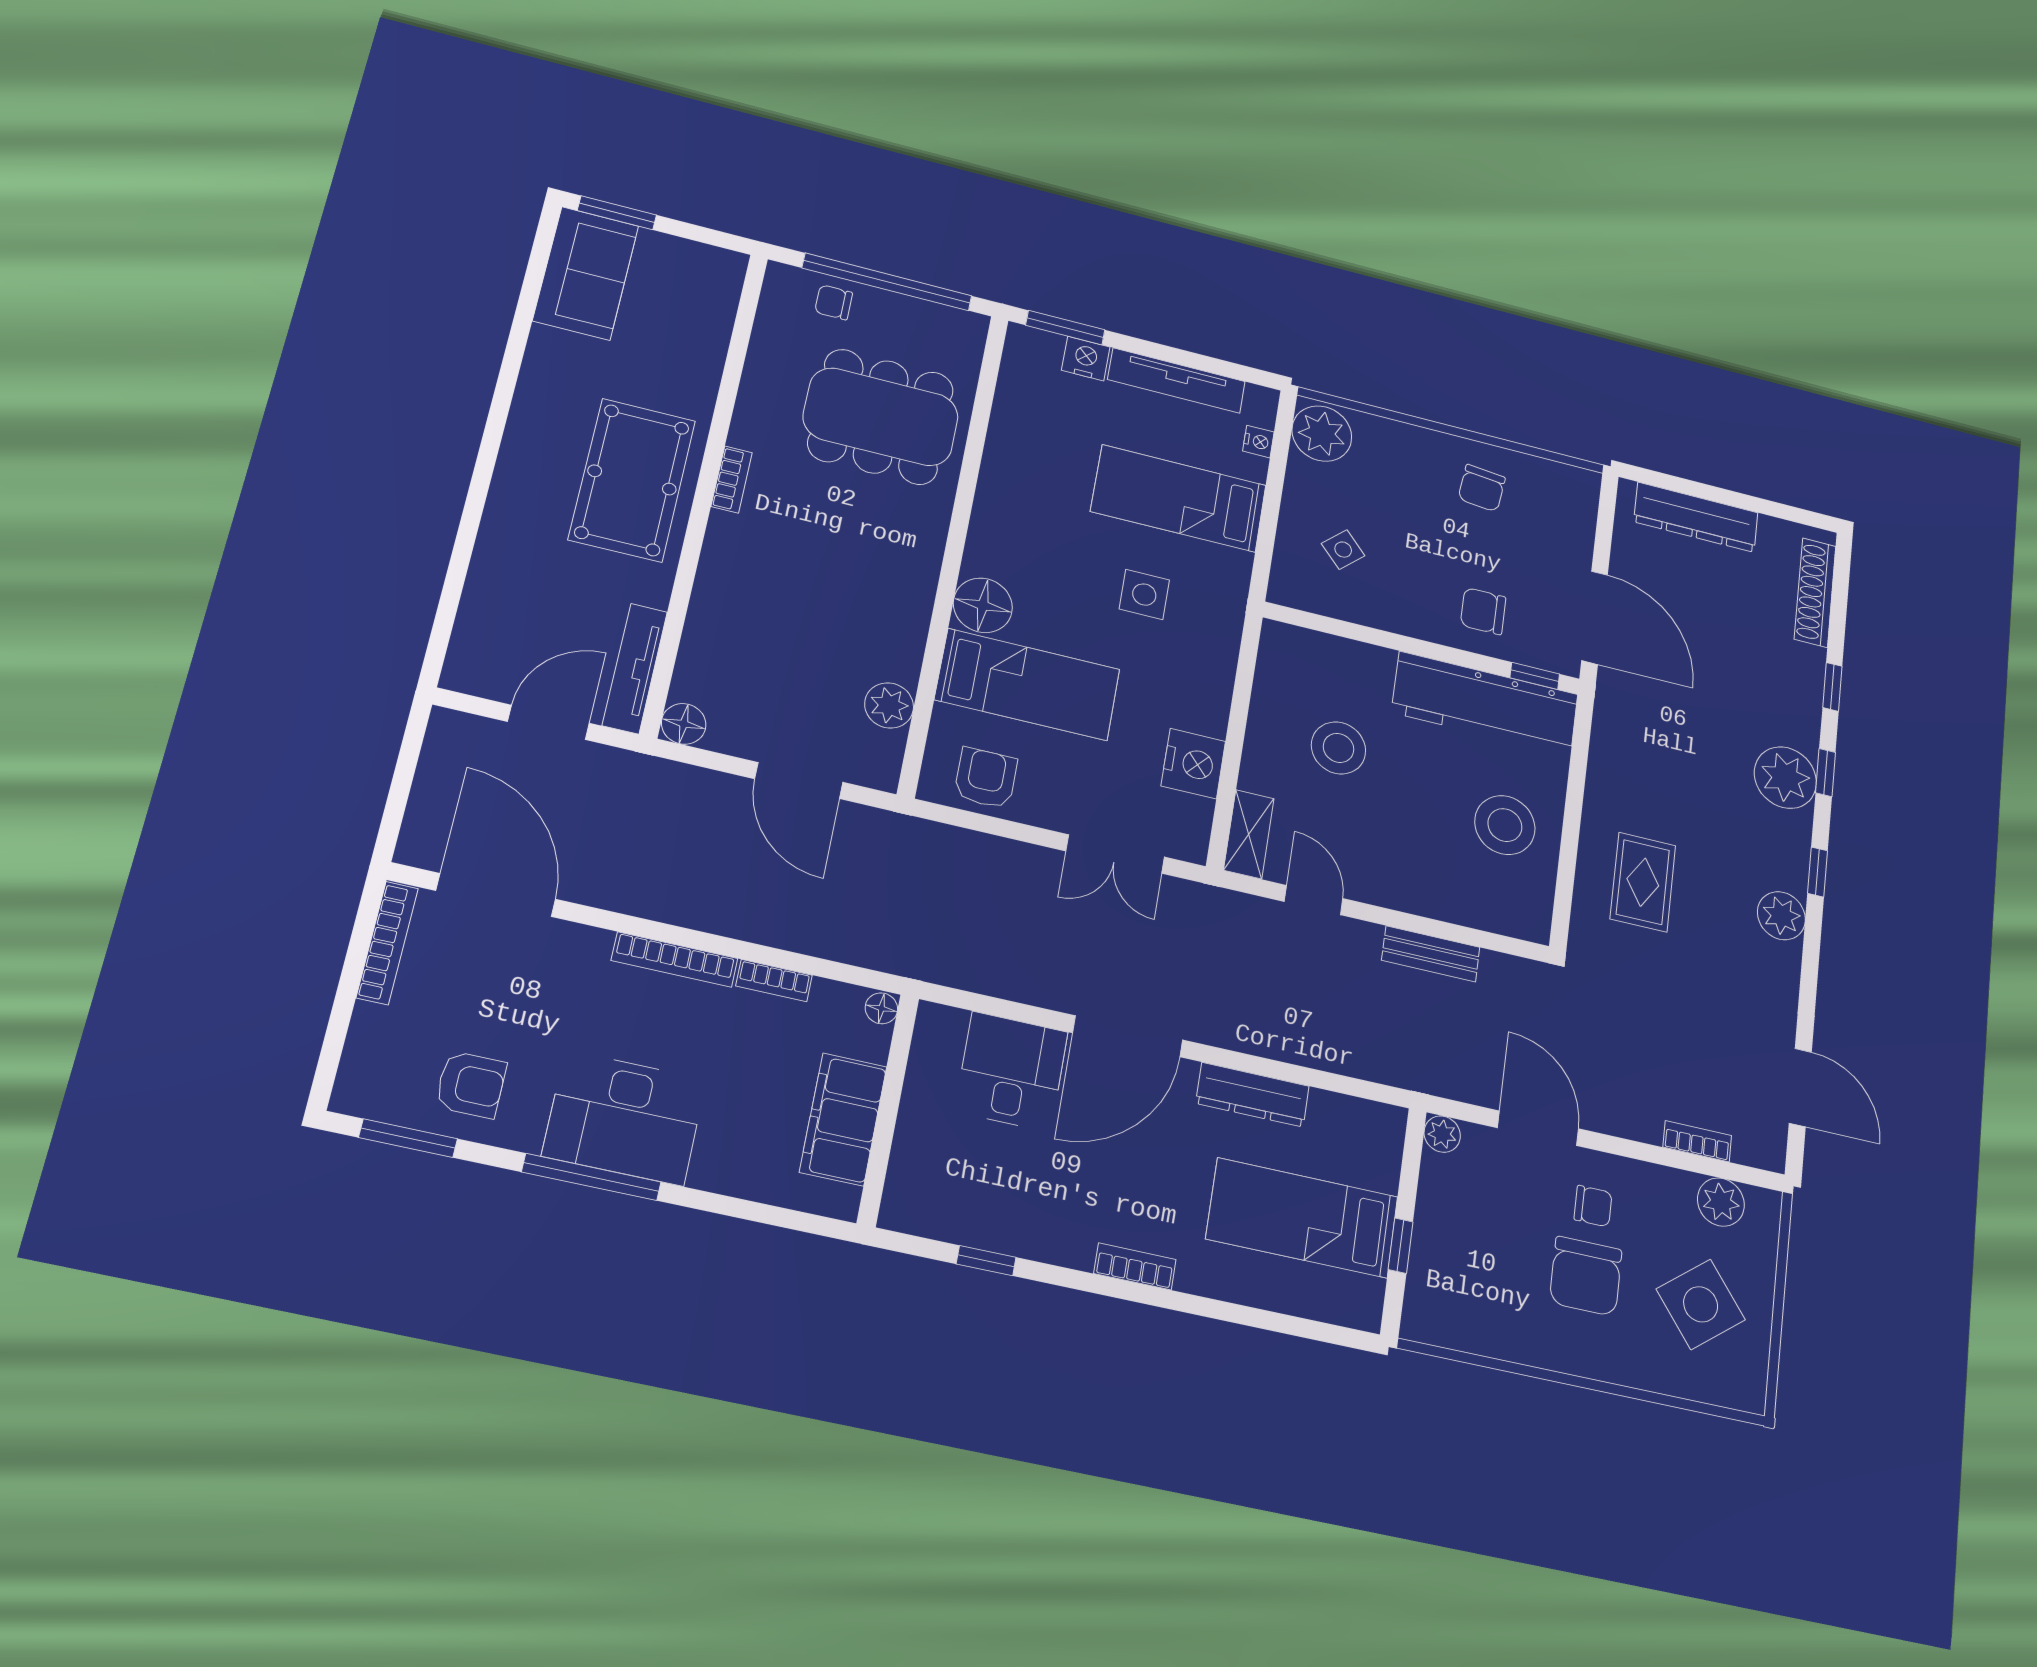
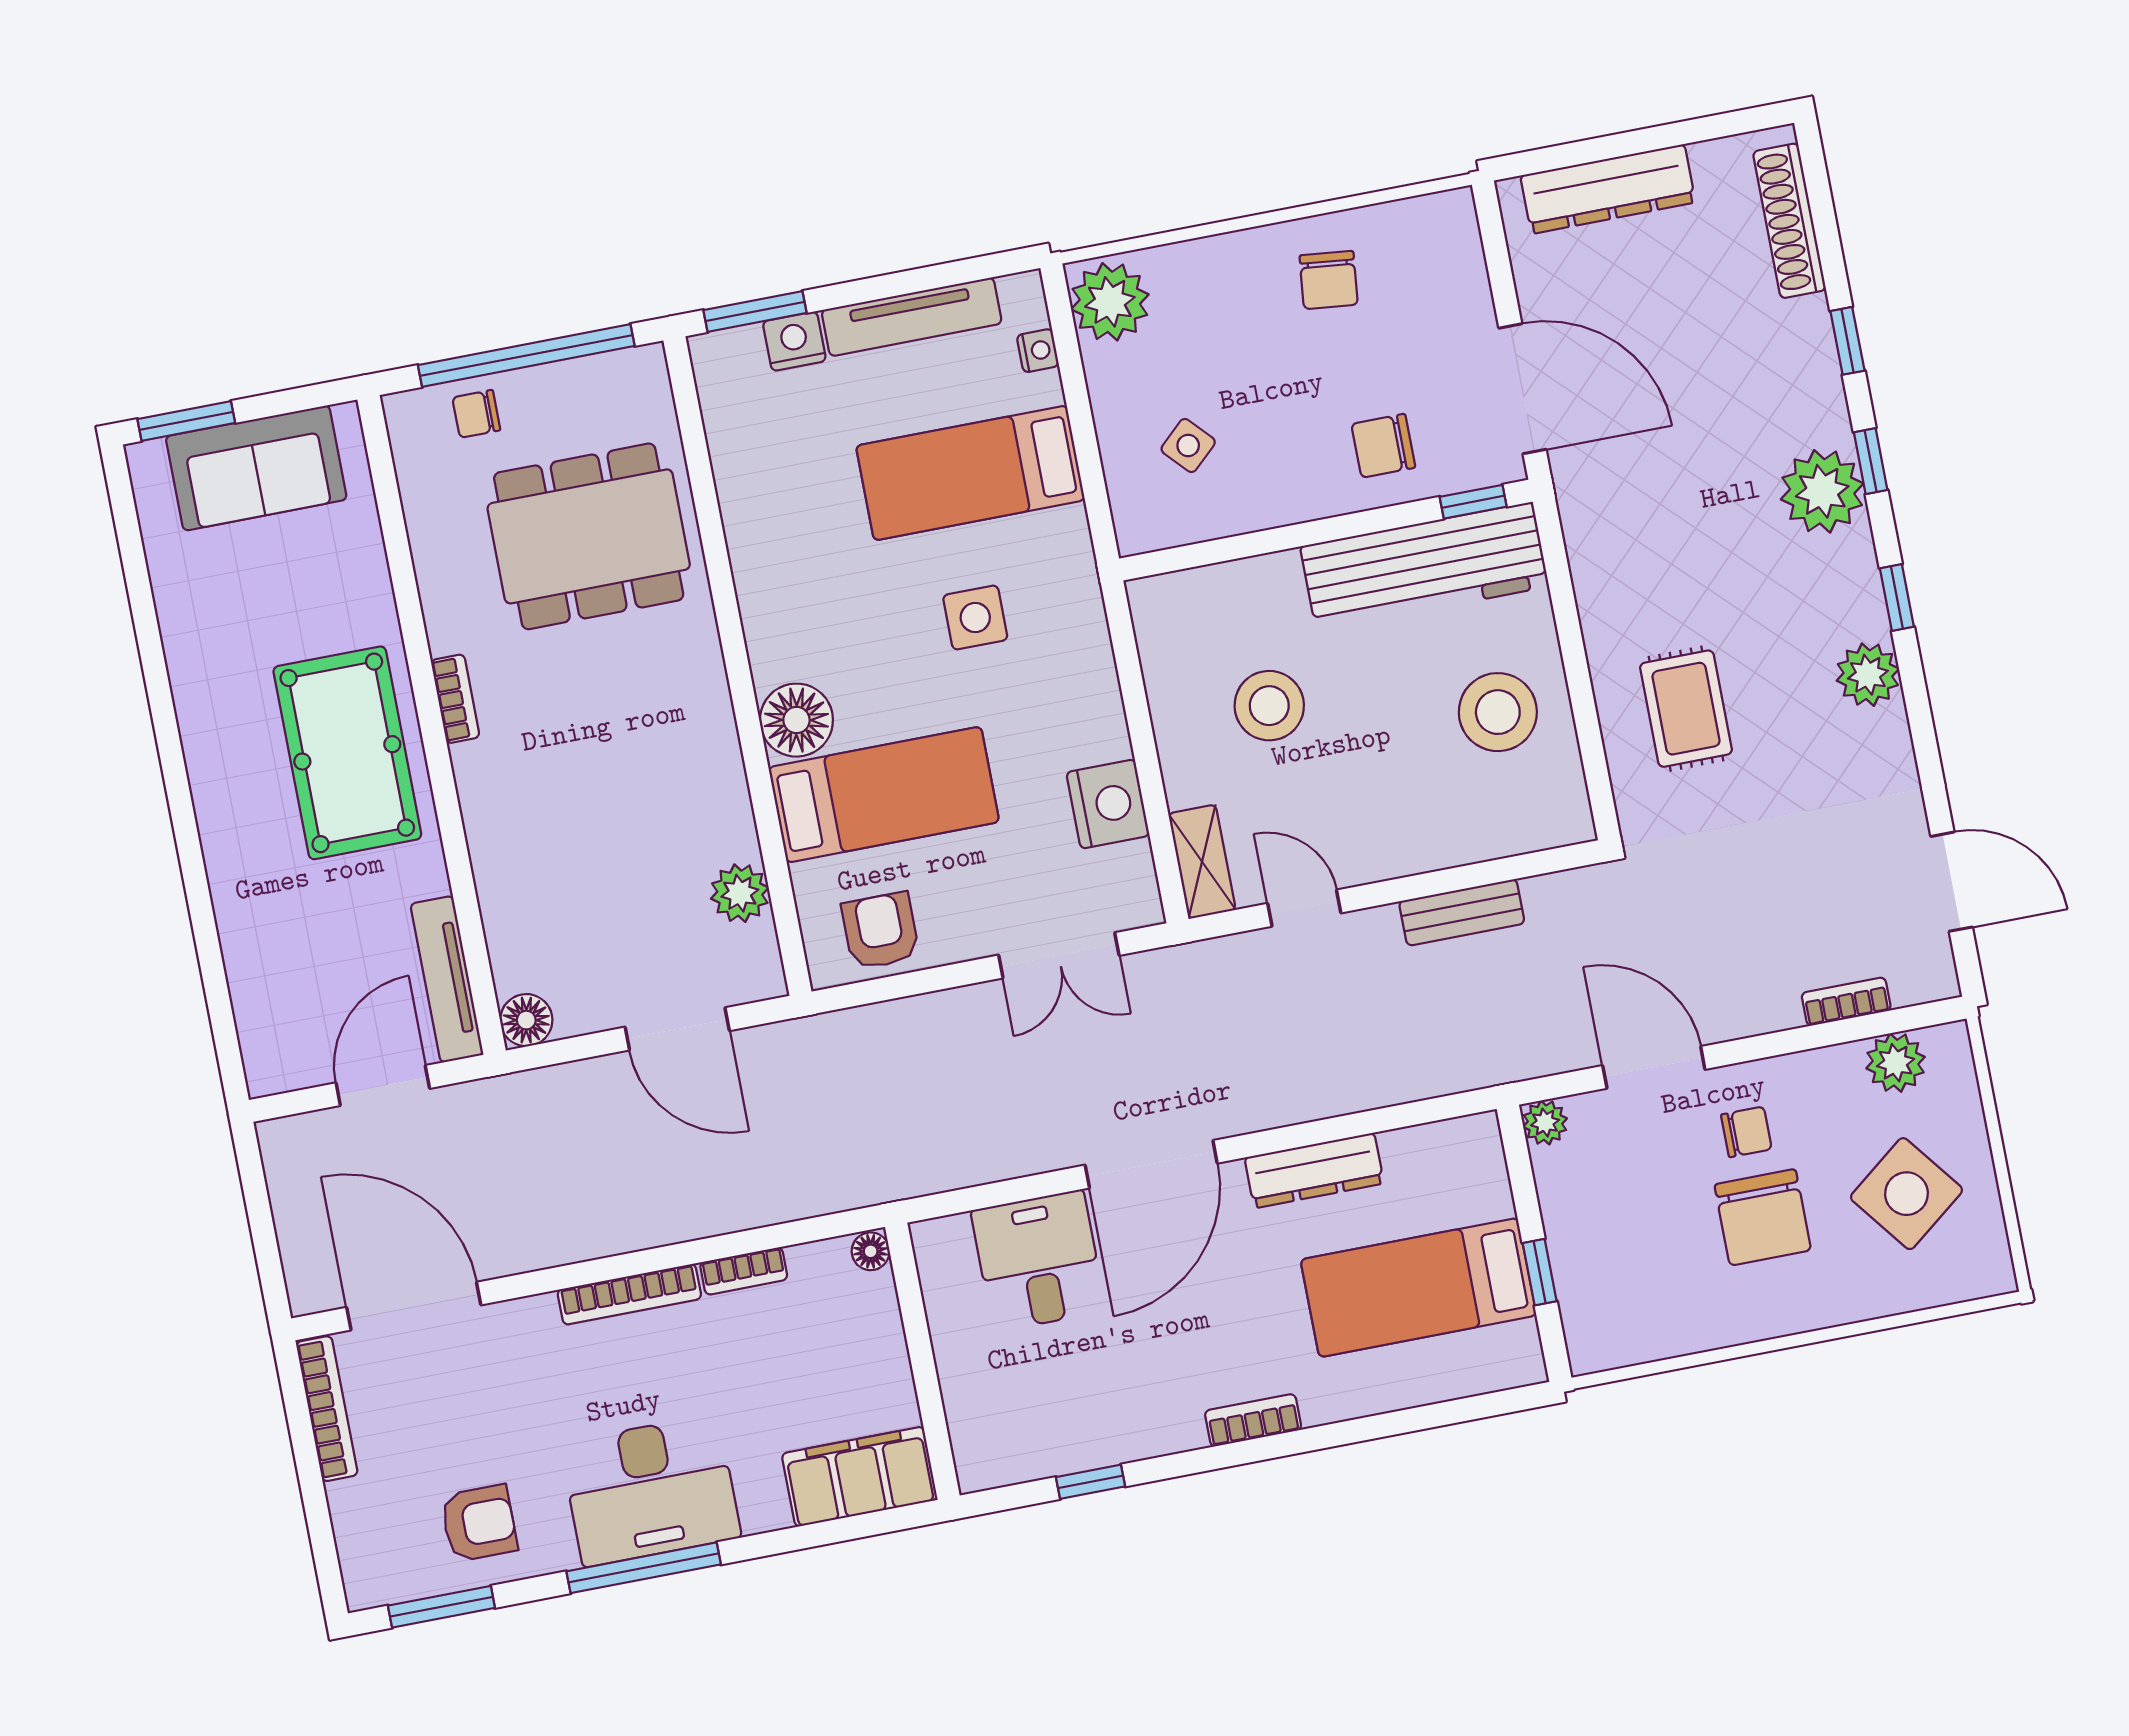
sofa: (586, 273) -> (256, 468), moved, turned 90
filing cabinet: (843, 1119) -> (860, 1477), moved, turned 90

